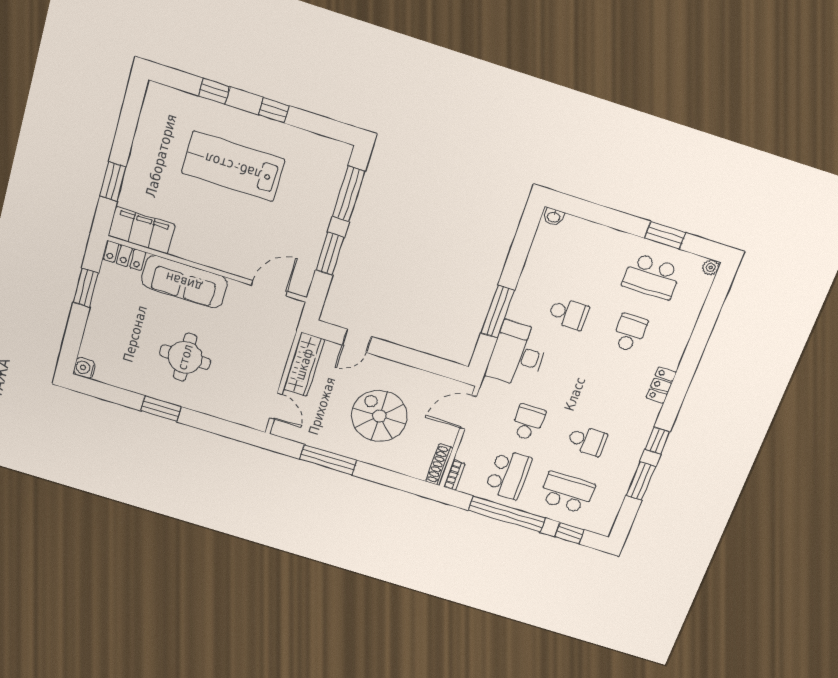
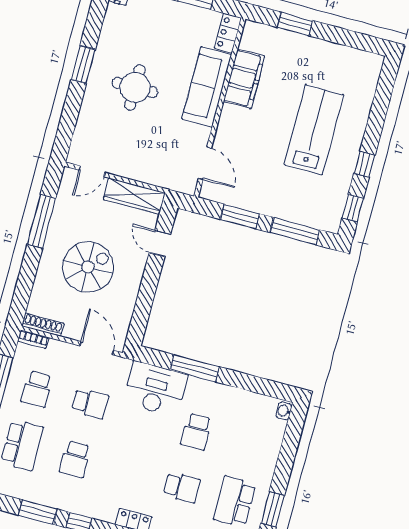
window: (214, 91) -> (353, 208), moved
filing cabinet: (142, 230) -> (244, 79), moved
school desk: (508, 475) -> (37, 389), width x0.54

